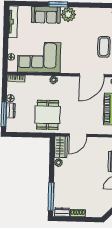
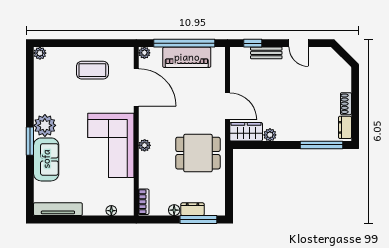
corner sofa: (39, 57) -> (111, 145), moved

